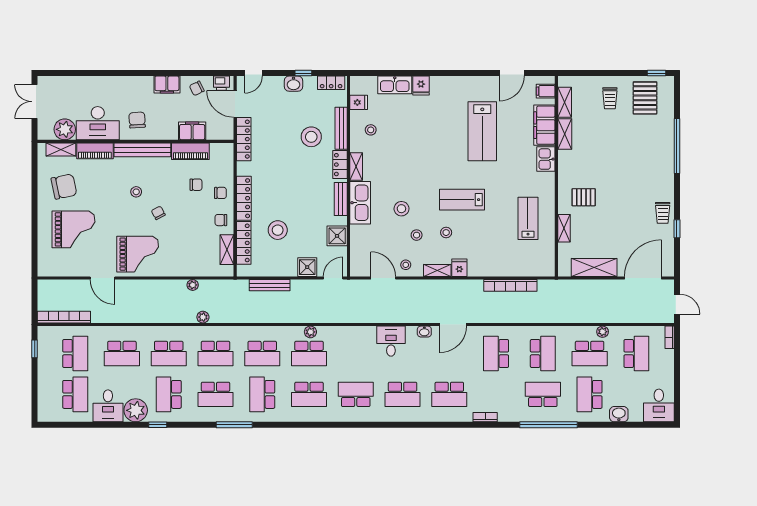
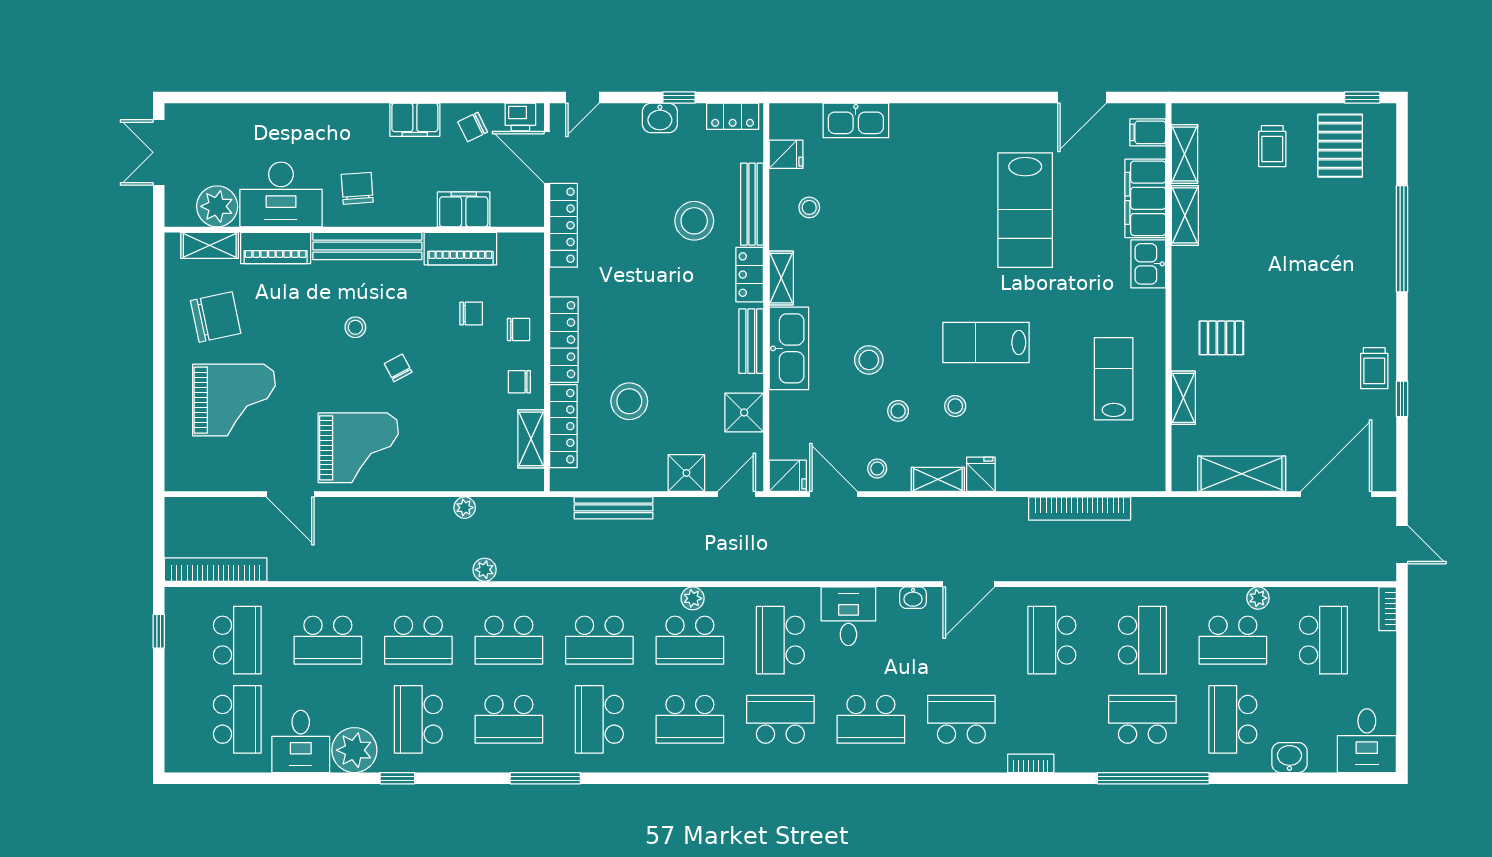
fridge: (421, 86) -> (788, 476), moved, turned -90
school desk: (356, 353) -> (780, 640), added
school desk: (449, 394) -> (961, 719), turned 180

